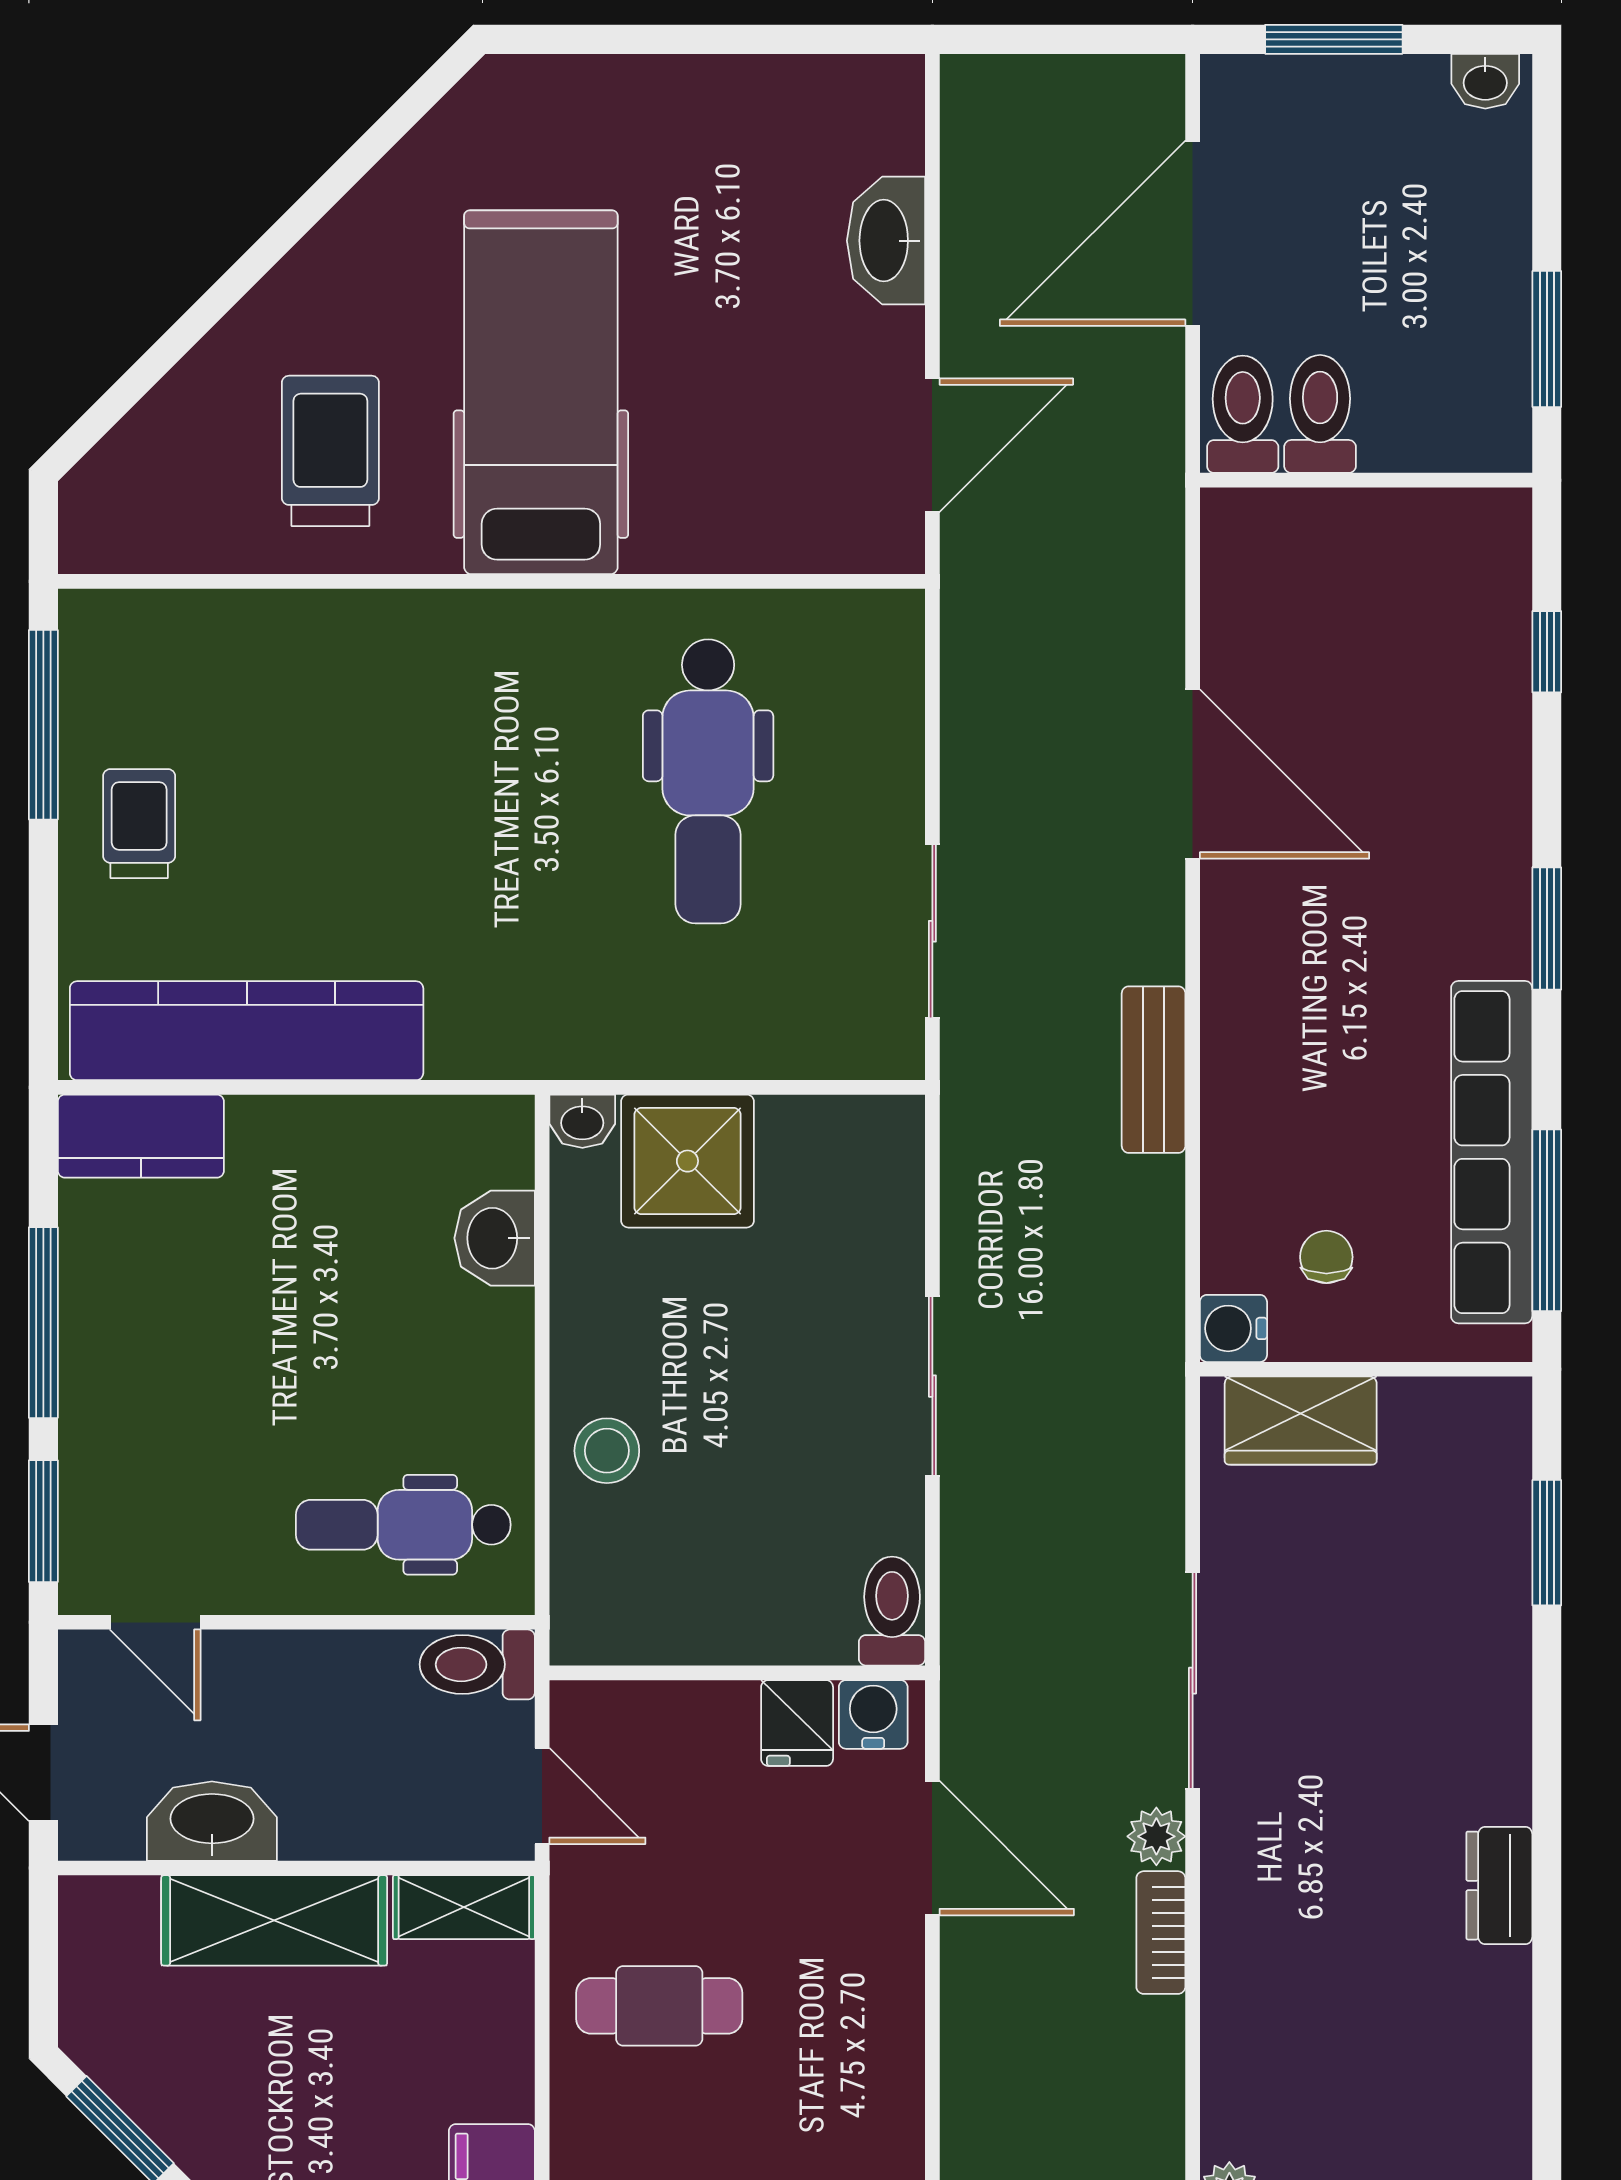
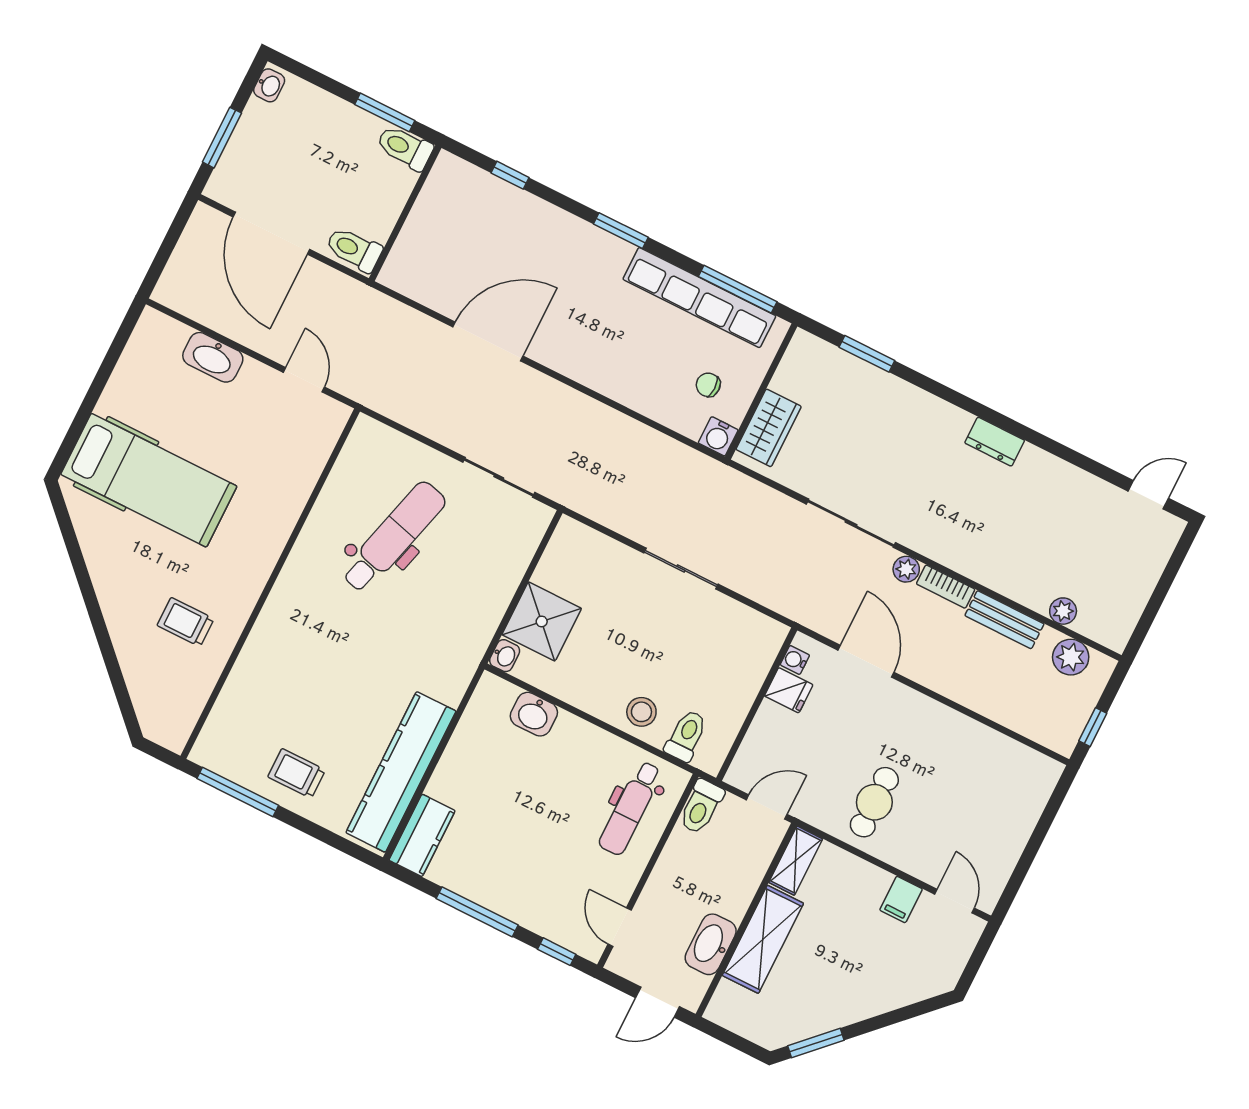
hospital bed: (541, 392) -> (149, 480), moved, turned 180
toilet: (1320, 414) -> (405, 148), moved
door: (932, 445) -> (304, 380), width x0.73
trolley: (330, 451) -> (186, 622), width x0.73, depth x0.72
dental chair: (708, 781) -> (394, 537), turned -75
bench: (1154, 1070) -> (1004, 620), moved
window: (43, 1521) -> (557, 952), width x0.67
toilet: (892, 1611) -> (686, 736), moved, turned 90
door: (155, 1622) -> (620, 927), swing flipped
water cooler: (873, 1714) -> (795, 660), width x0.72, depth x0.72
door: (932, 1848) -> (866, 661), hinge flipped

